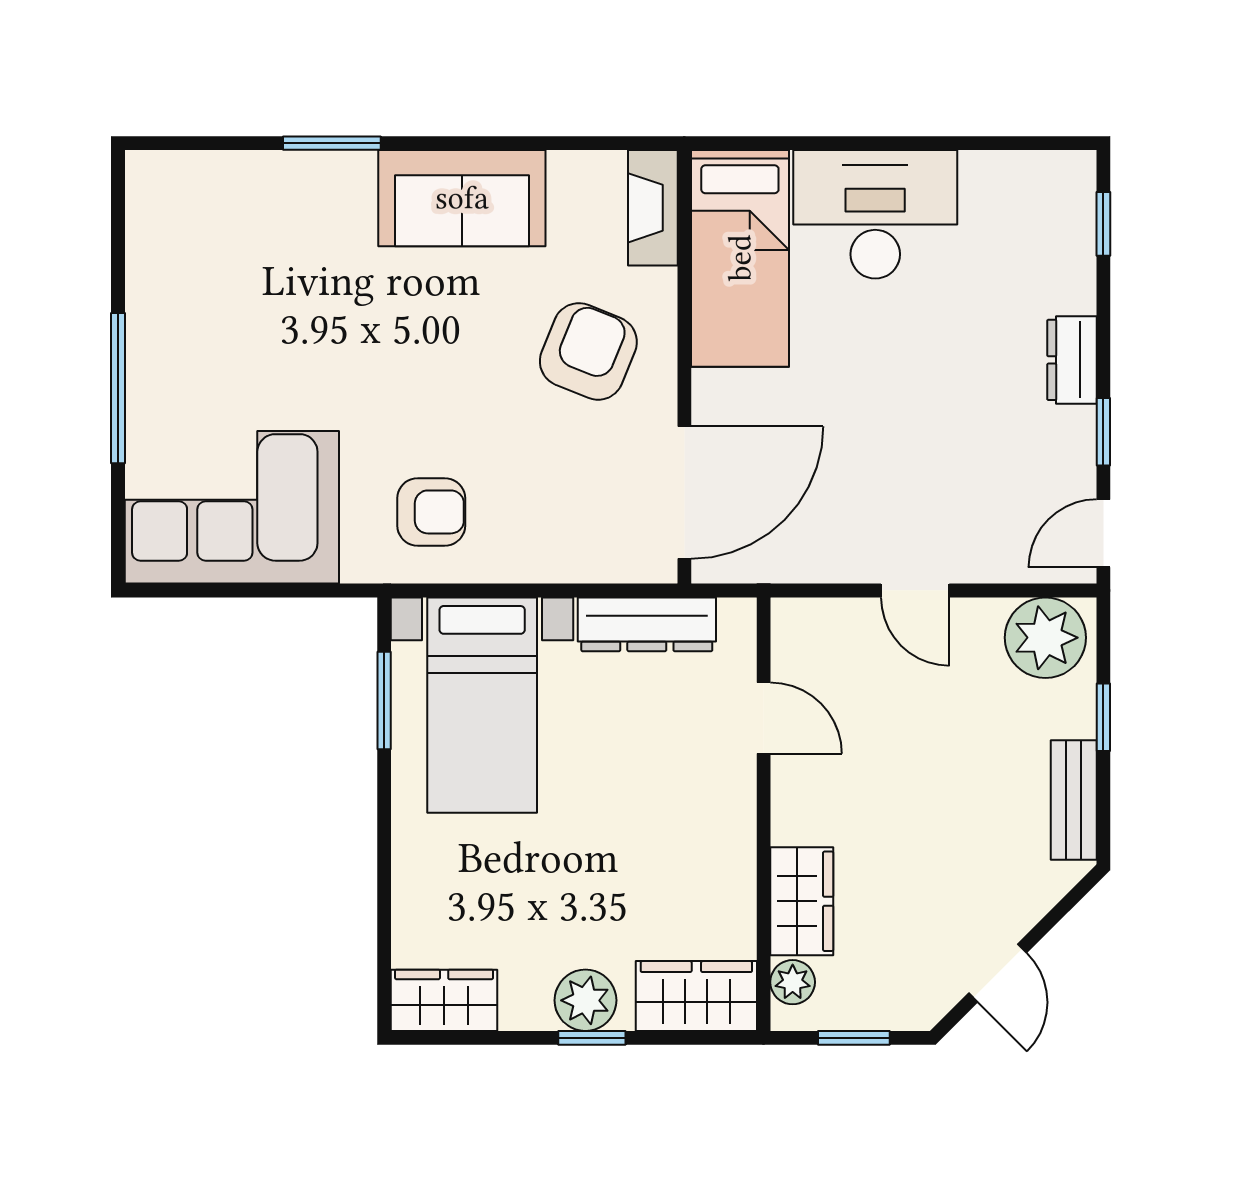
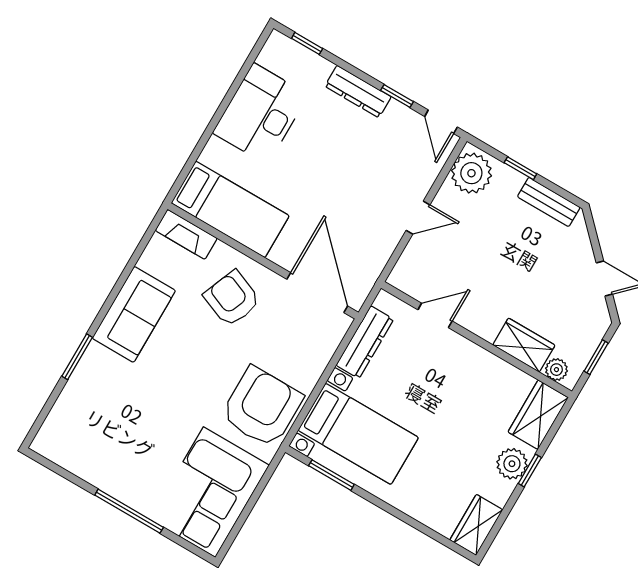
desk: (875, 214) -> (260, 114), moved
dresser: (1072, 360) -> (358, 91), width x1.44
armchair: (431, 512) -> (262, 407), width x1.88, depth x1.88

